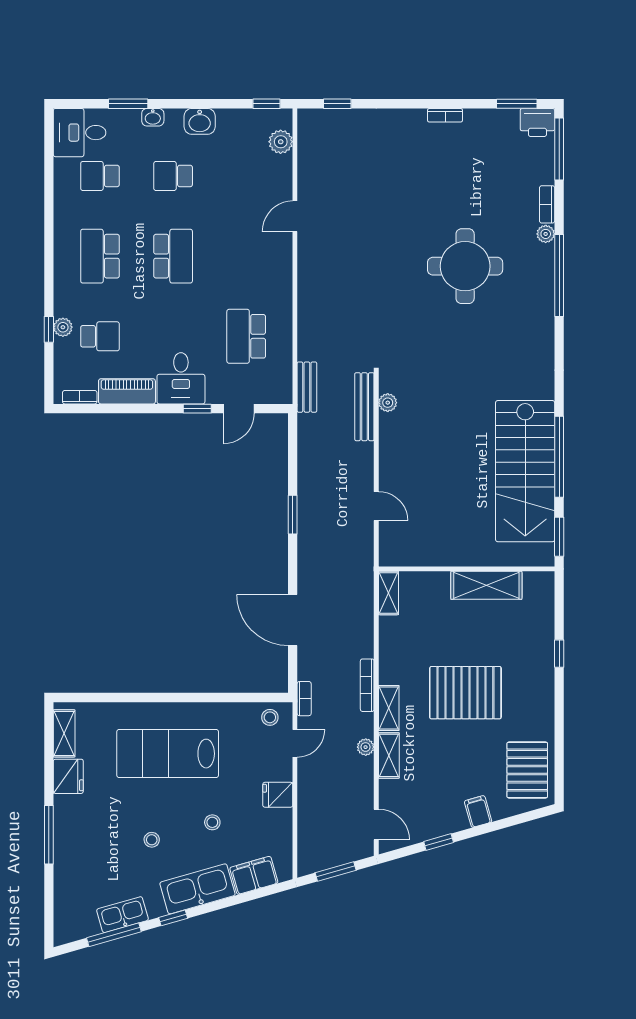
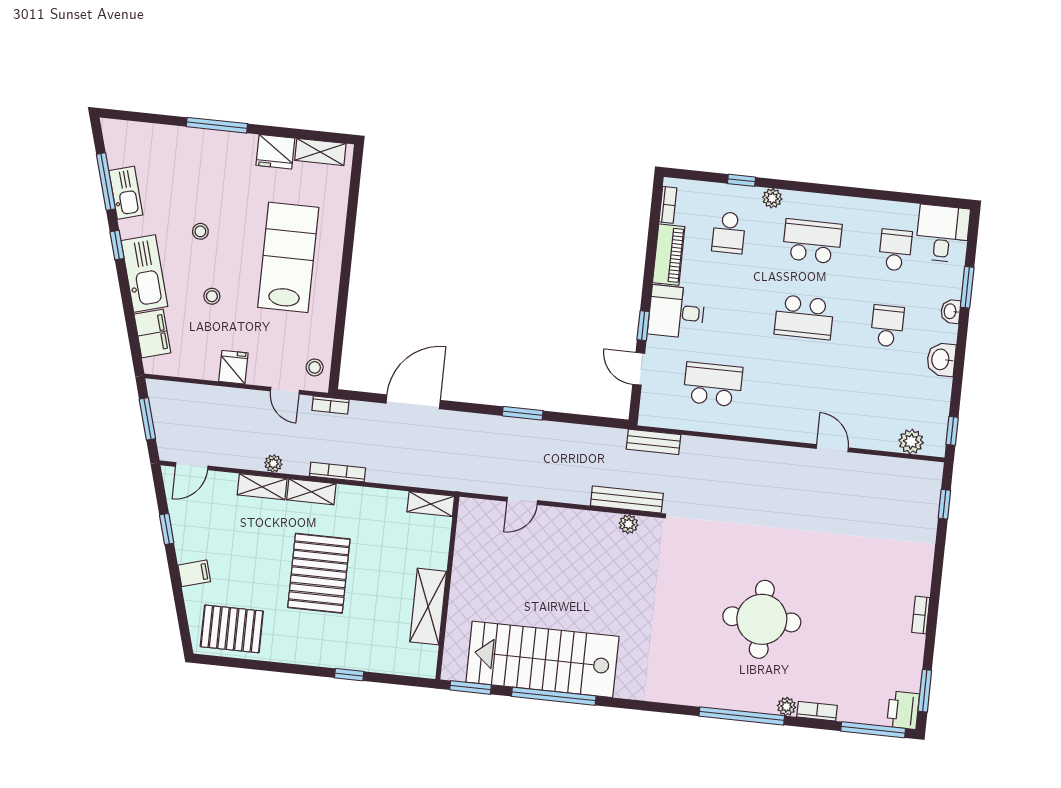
plant: (63, 327) -> (772, 198), moved

